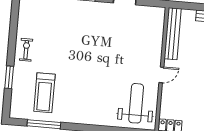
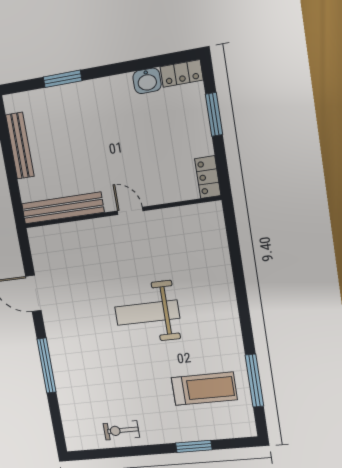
exercise bike: (26, 50) -> (121, 430), moved
weight bench: (136, 103) -> (147, 313), moved

